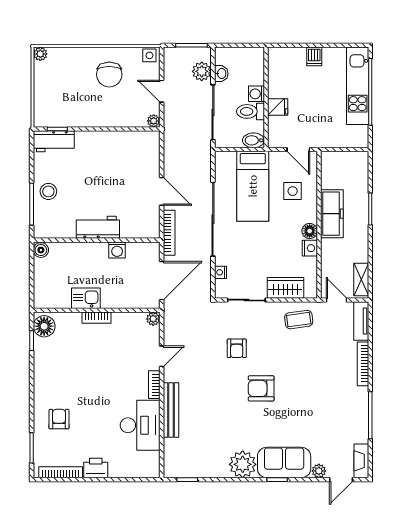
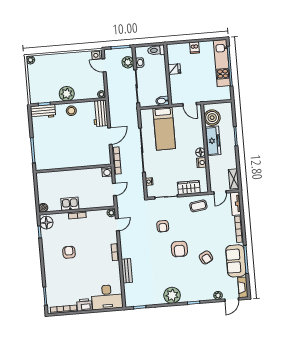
chair: (109, 74) -> (73, 69), removed
door: (162, 91) -> (104, 65), moved
washing machine: (256, 94) -> (162, 73), removed
fridge: (278, 107) -> (174, 69), moved
toilet: (250, 111) -> (156, 50), moved
plant: (96, 115) -> (67, 94), added
boiler: (334, 175) -> (212, 118), added
stool: (48, 191) -> (71, 111), moved
door: (162, 191) -> (110, 136), hinge flipped
side table: (293, 191) -> (188, 129), removed
workbench: (98, 227) -> (100, 113), moved, turned -90
boiler: (41, 250) -> (43, 208), moved
washing machine: (117, 250) -> (107, 172), moved
door: (162, 281) -> (114, 189), width x0.53
door: (337, 300) -> (220, 192), swing flipped
door: (162, 356) -> (117, 225), moved
armchair: (261, 388) -> (179, 249), turned -90
armchair: (304, 406) -> (206, 257), added
bench: (171, 410) -> (127, 271), width x0.73
armchair: (59, 419) -> (69, 252), moved
desk: (140, 425) -> (107, 297), moved, turned 90
sofa: (284, 463) -> (236, 261), moved, turned -90

